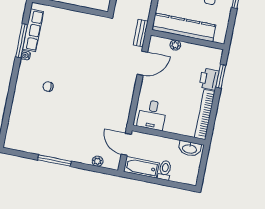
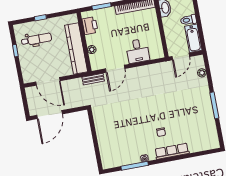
row of seats: (33, 30) -> (172, 151), moved
door: (142, 63) -> (115, 69), swing flipped
printer: (209, 79) -> (90, 26), moved, turned -90
desk: (152, 115) -> (138, 51), moved, turned 90

